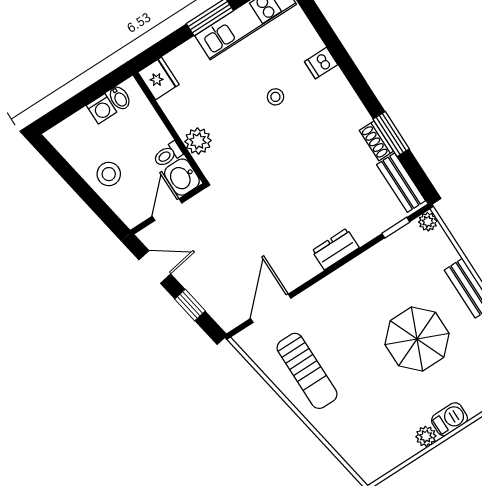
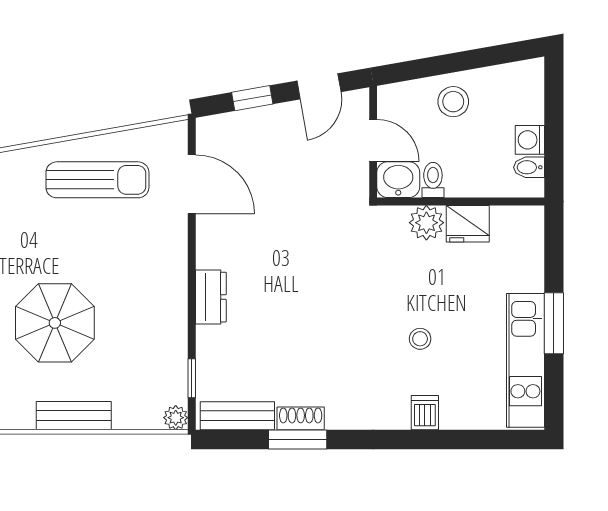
fridge: (159, 78) -> (468, 224), moved
sun lounger: (307, 371) -> (97, 180), turned 180

